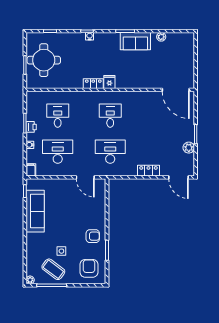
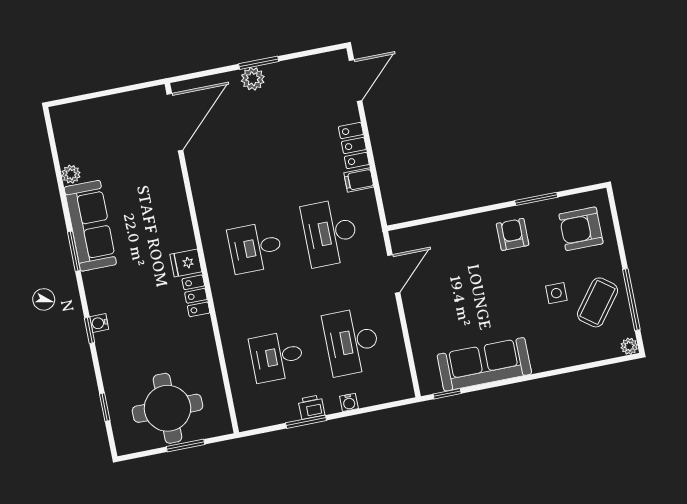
sofa: (135, 41) -> (90, 226), width x1.36
plant: (189, 148) -> (253, 79), moved
filing cabinet: (31, 170) -> (359, 180), moved

